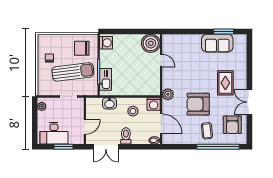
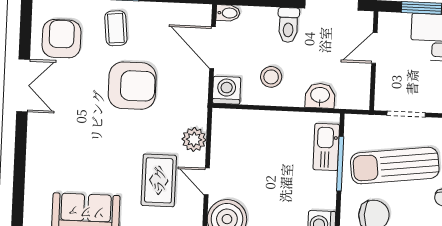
rug: (225, 83) -> (159, 180), moved
plant: (168, 94) -> (194, 139), moved

